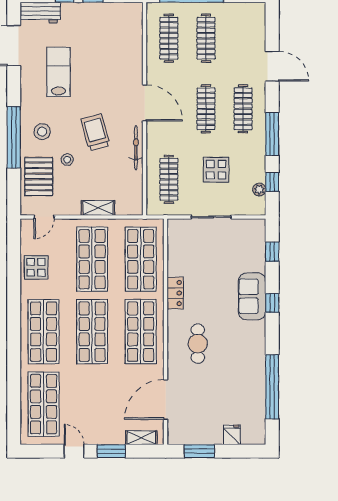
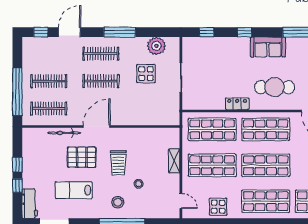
trolley: (95, 132) -> (118, 163), turned -75
bicycle: (136, 148) -> (64, 133), moved
pallet: (39, 176) -> (82, 157), moved
clothes rail: (169, 179) -> (153, 109), removed
window: (272, 182) -> (41, 32), moved
plant: (259, 189) -> (156, 46), width x1.87, depth x1.87
sofa: (252, 296) -> (268, 47), moved
cafe table: (198, 344) -> (275, 87), width x1.37, depth x1.35

